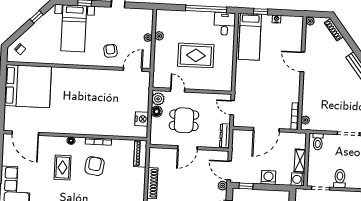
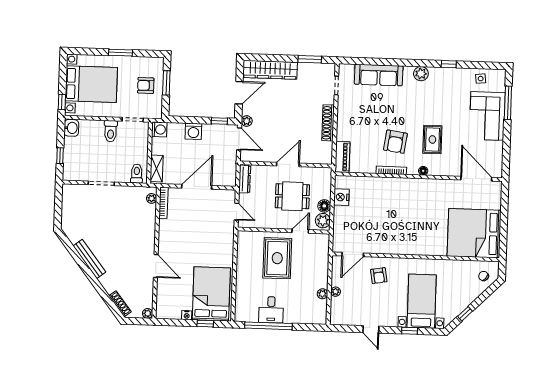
desk: (225, 24) -> (271, 310), moved
bed: (250, 37) -> (211, 294), width x1.50
rug: (196, 55) -> (277, 258), moved, turned 90
door: (178, 90) -> (300, 231), swing flipped
shelving: (300, 161) -> (157, 169), moved

